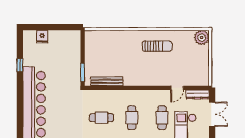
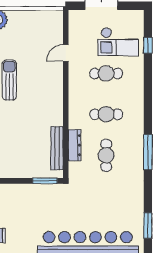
door: (177, 88) -> (66, 53), swing flipped
dresser: (197, 94) -> (75, 145), moved

